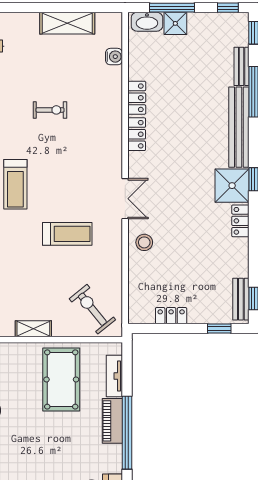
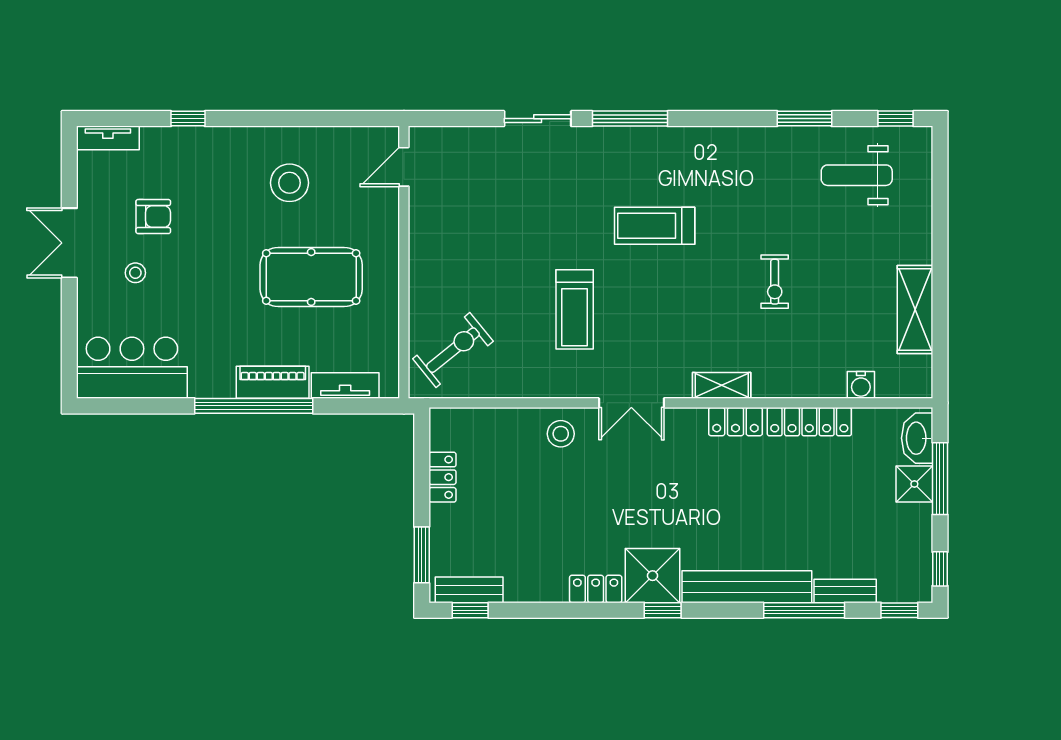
locker: (137, 98) -> (809, 422), width x1.53
shelving: (33, 329) -> (722, 385), moved, turned 90
window: (219, 329) -> (422, 555), width x1.50
pool table: (61, 379) -> (311, 277), moved

